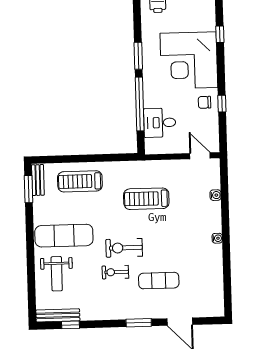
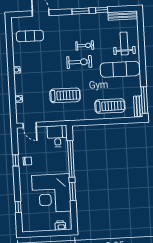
corner desk: (189, 60) -> (51, 193), moved, turned 180
desk: (160, 123) -> (57, 136), moved, turned -90
window: (29, 189) -> (144, 100), width x1.44
exercise mat: (159, 281) -> (30, 36), moved
window: (139, 323) -> (81, 11), moved
window: (71, 325) -> (102, 10), moved

